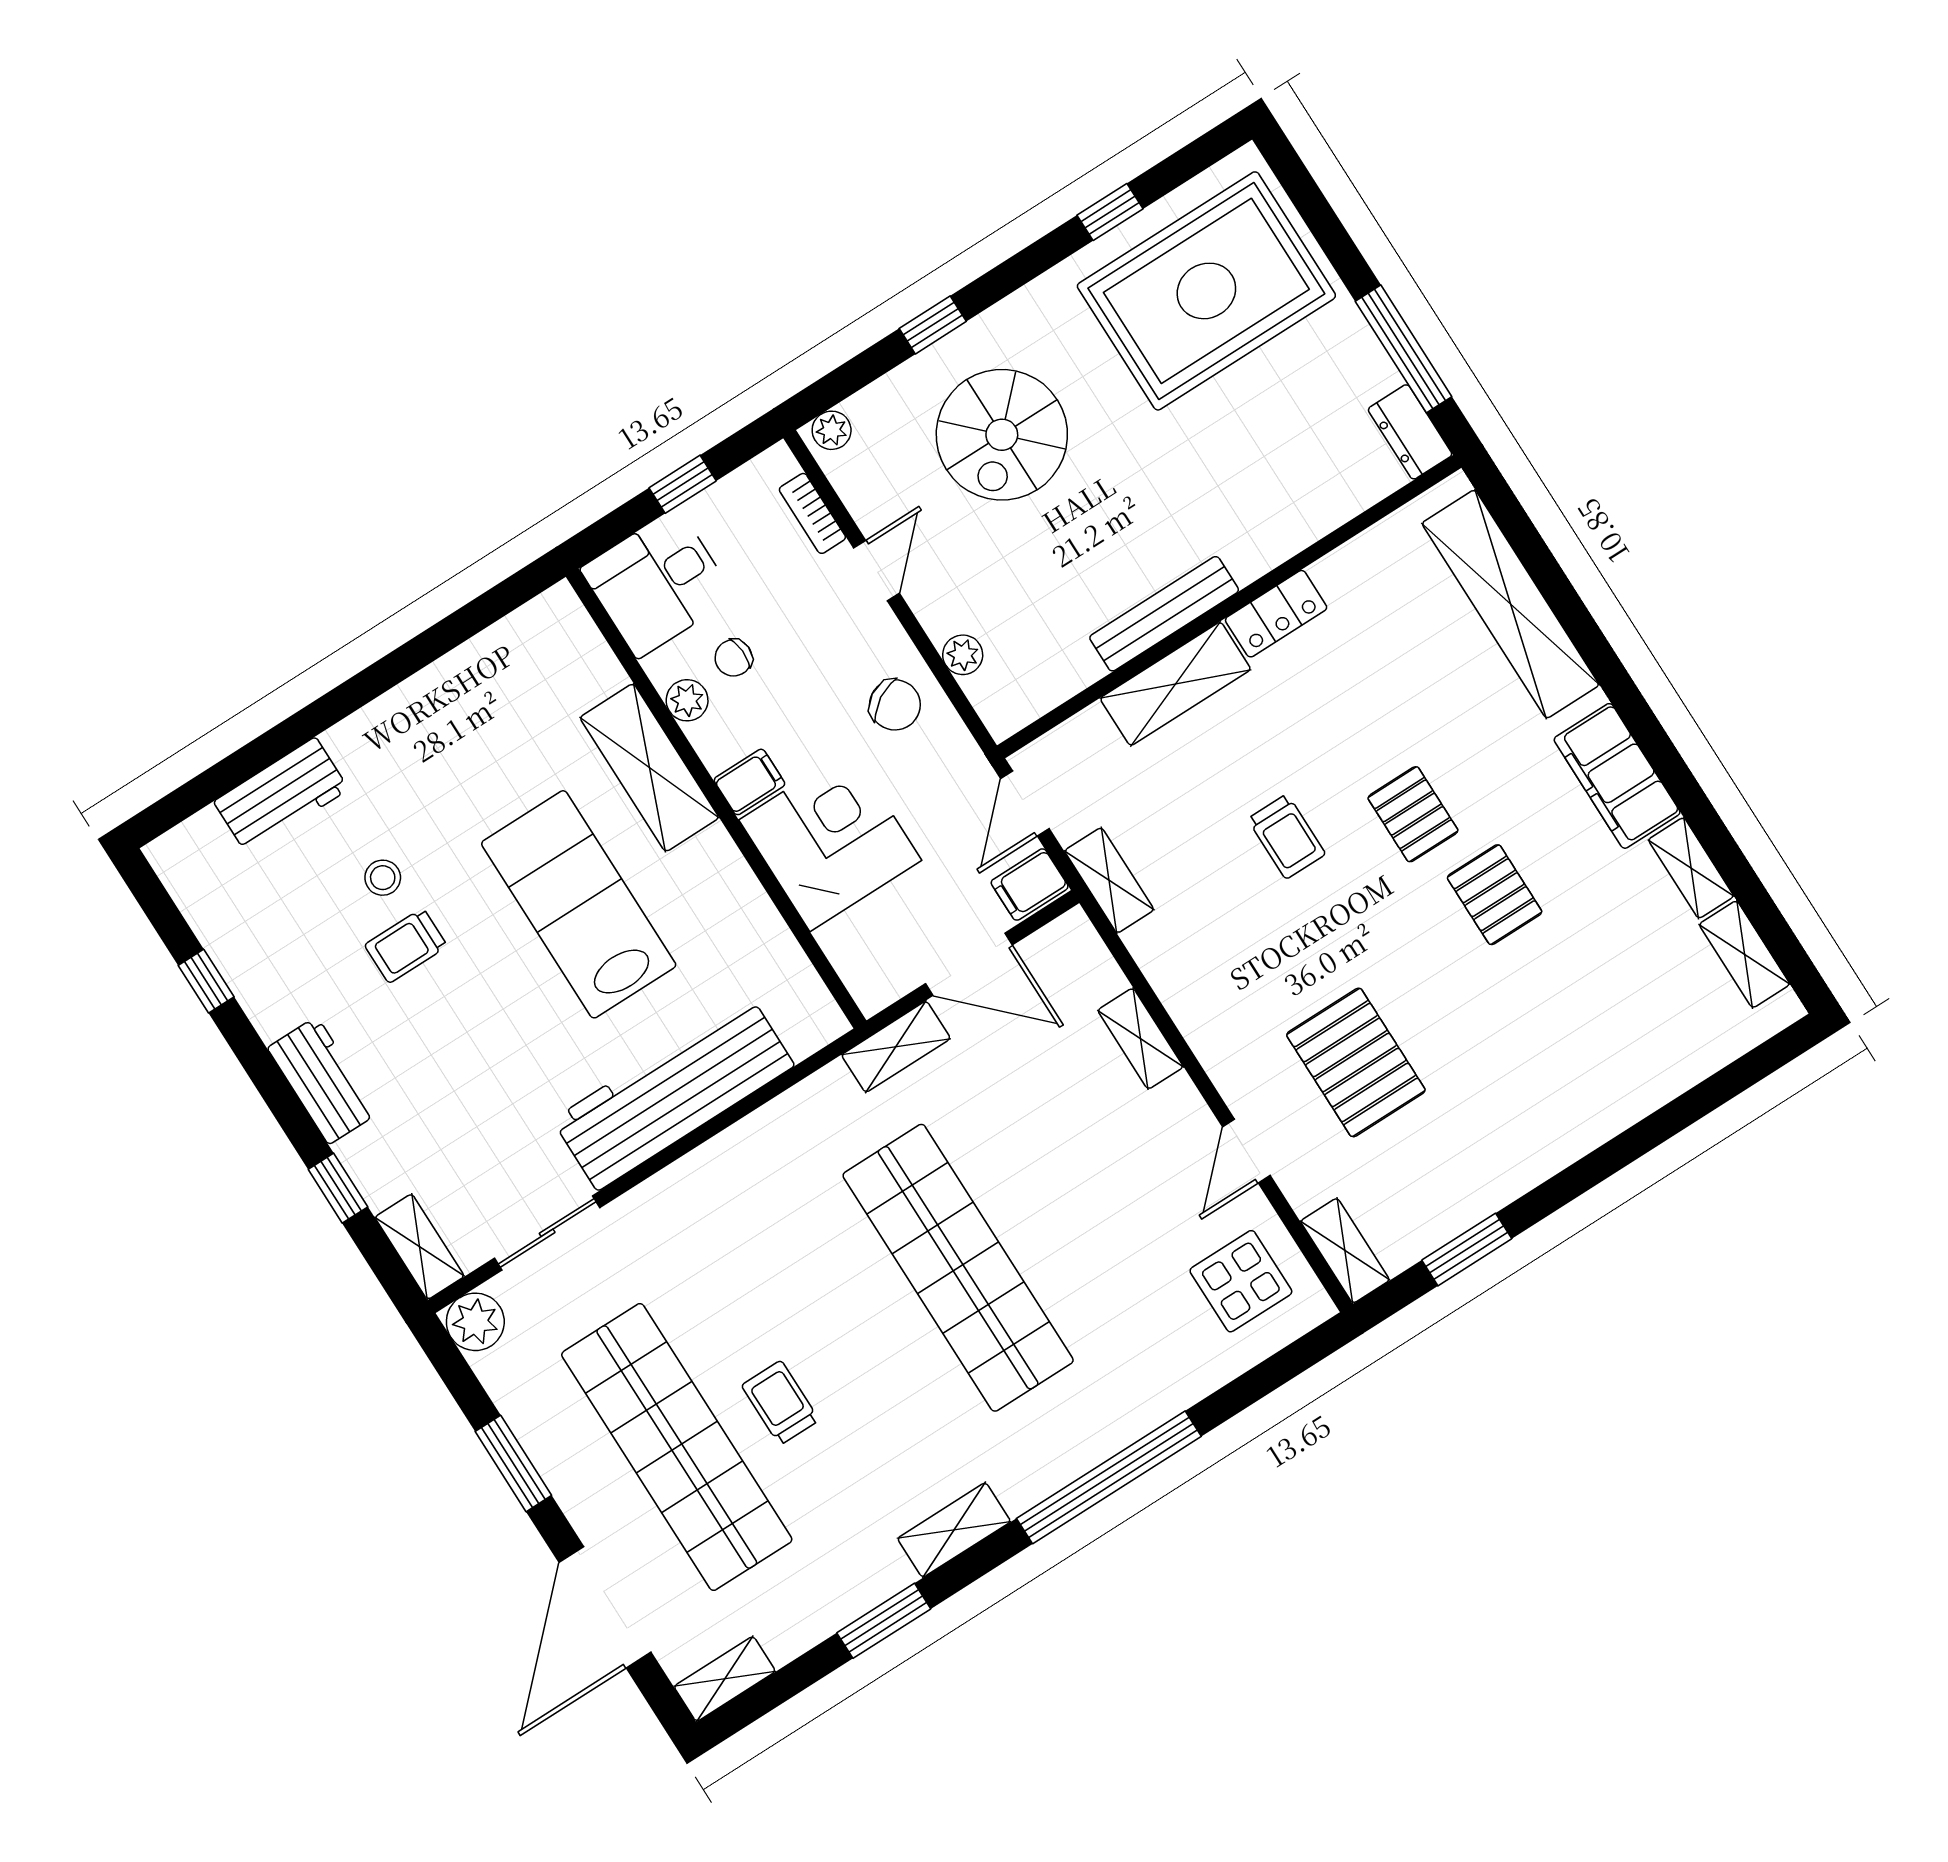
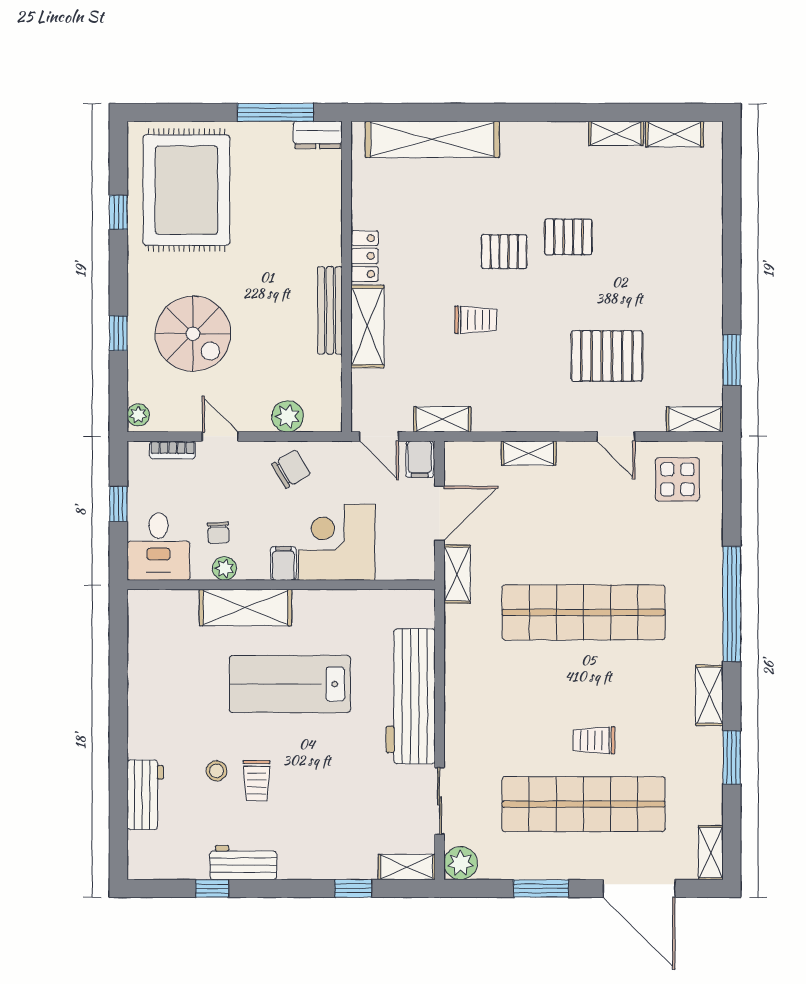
plant: (963, 655) -> (288, 416), width x1.38, depth x1.38
filing cabinet: (1617, 776) -> (549, 141), removed
workbench: (323, 1080) -> (243, 863), moved

